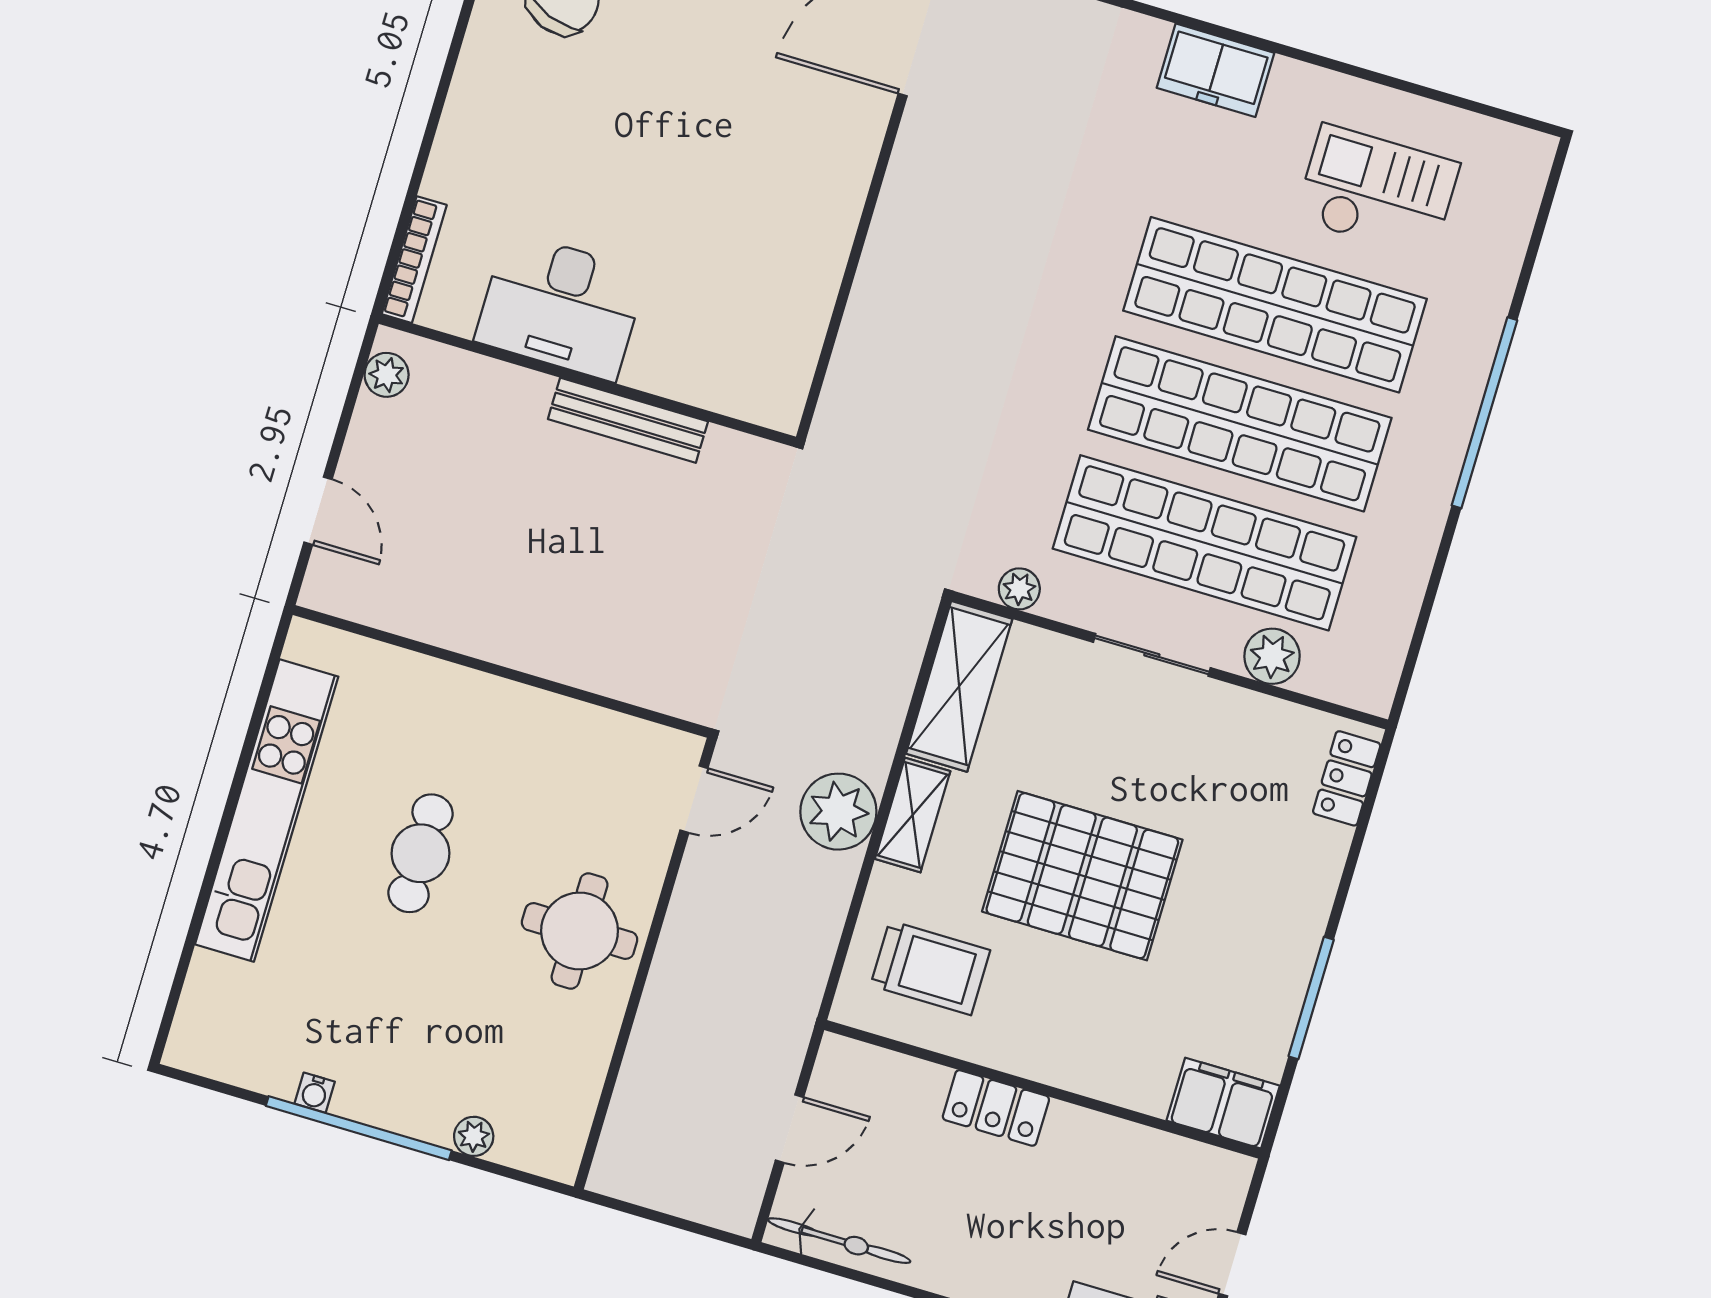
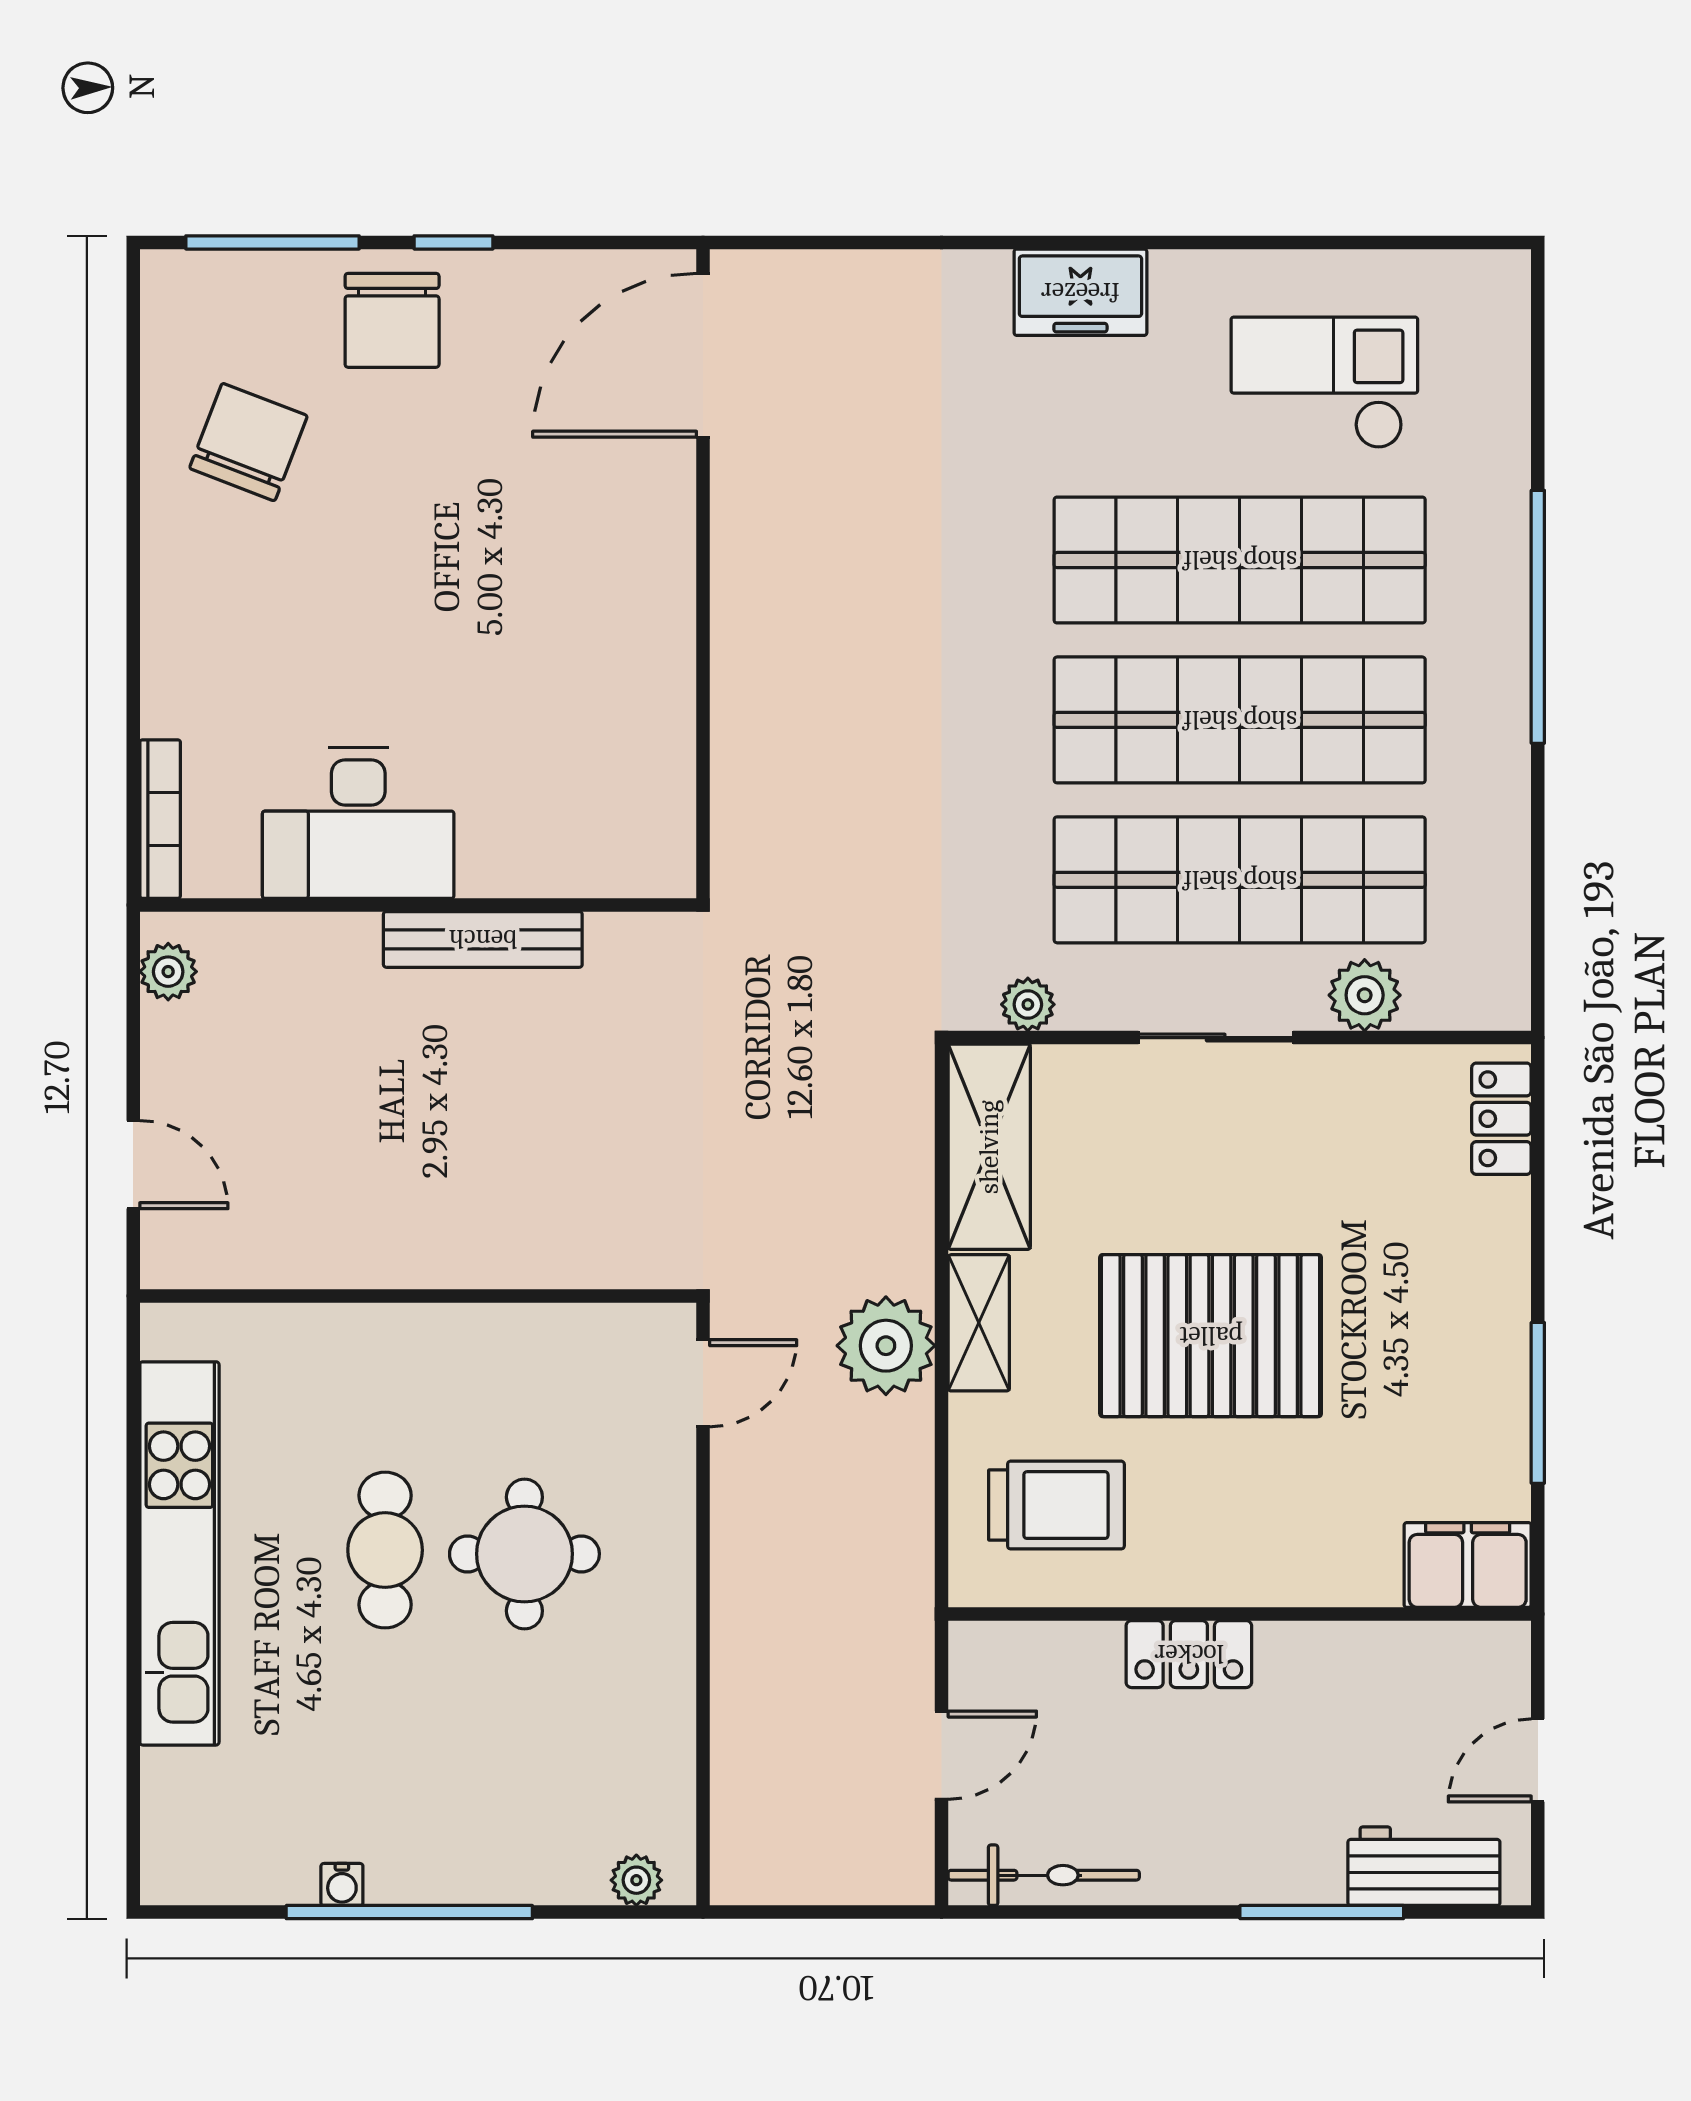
round table: (580, 931) -> (524, 1554), moved
plant: (474, 1136) -> (636, 1880), moved

